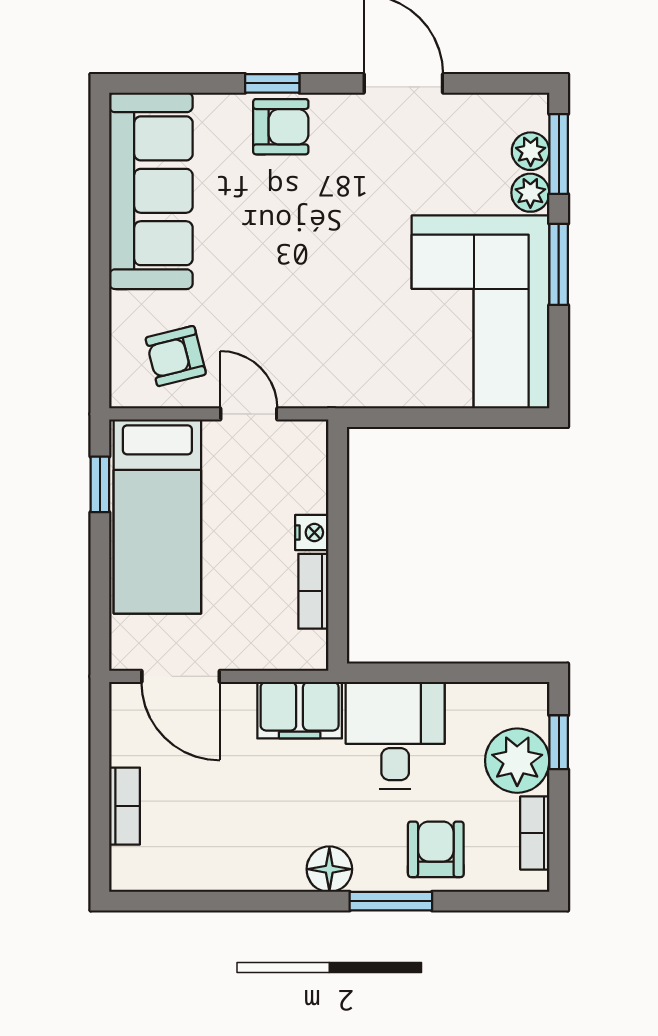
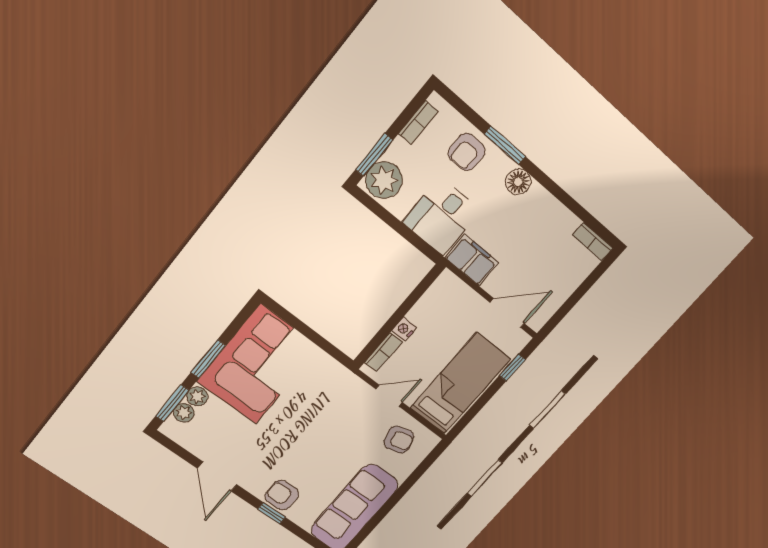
door: (249, 414) -> (389, 396), swing flipped
window: (100, 484) -> (512, 368), moved
bookcase: (313, 591) -> (383, 352), moved
door: (181, 676) -> (507, 313), hinge flipped
window: (559, 742) -> (374, 155), width x1.50
plant: (517, 761) -> (384, 180), moved
bookcase: (125, 806) -> (593, 242), moved, turned -90

